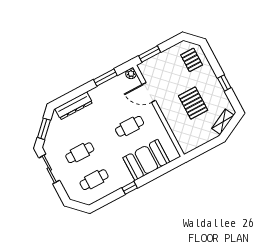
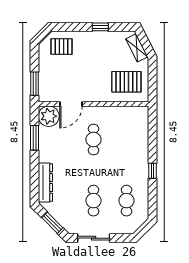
plant: (131, 74) -> (49, 116), width x1.88, depth x1.88
pallet: (193, 103) -> (126, 82), moved
booth: (146, 160) -> (134, 141), removed

